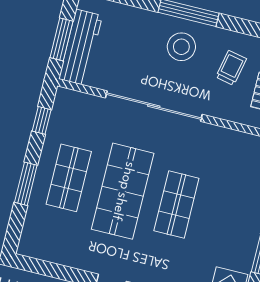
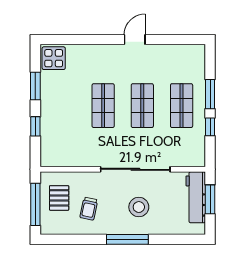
stool: (181, 47) -> (139, 207), moved
window: (42, 120) -> (210, 127), moved
shop shelf: (123, 191) -> (142, 106), width x0.70, depth x0.74

